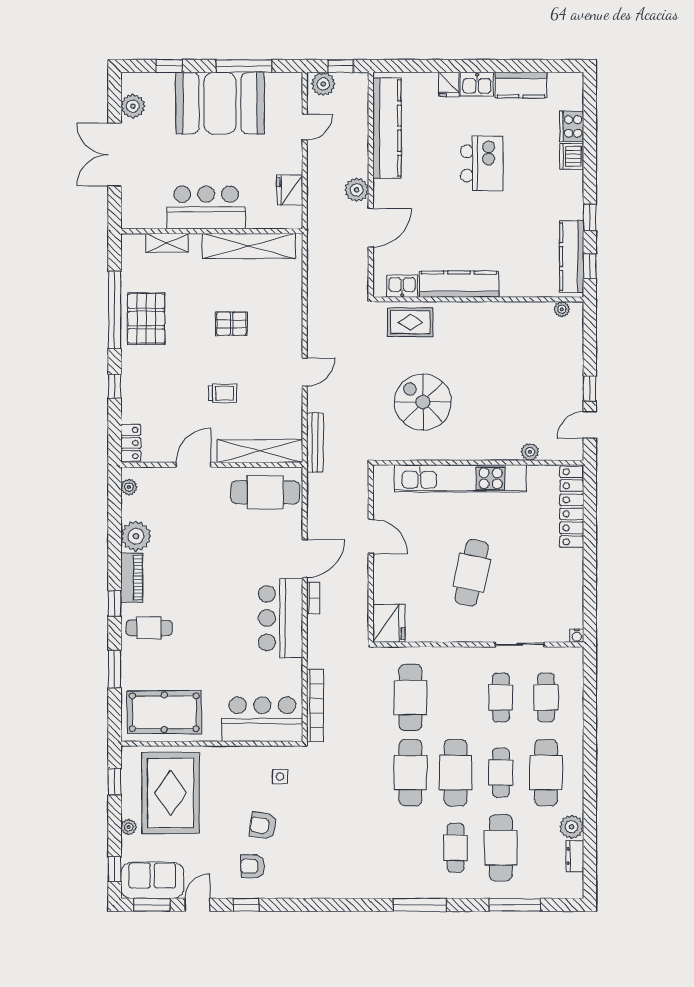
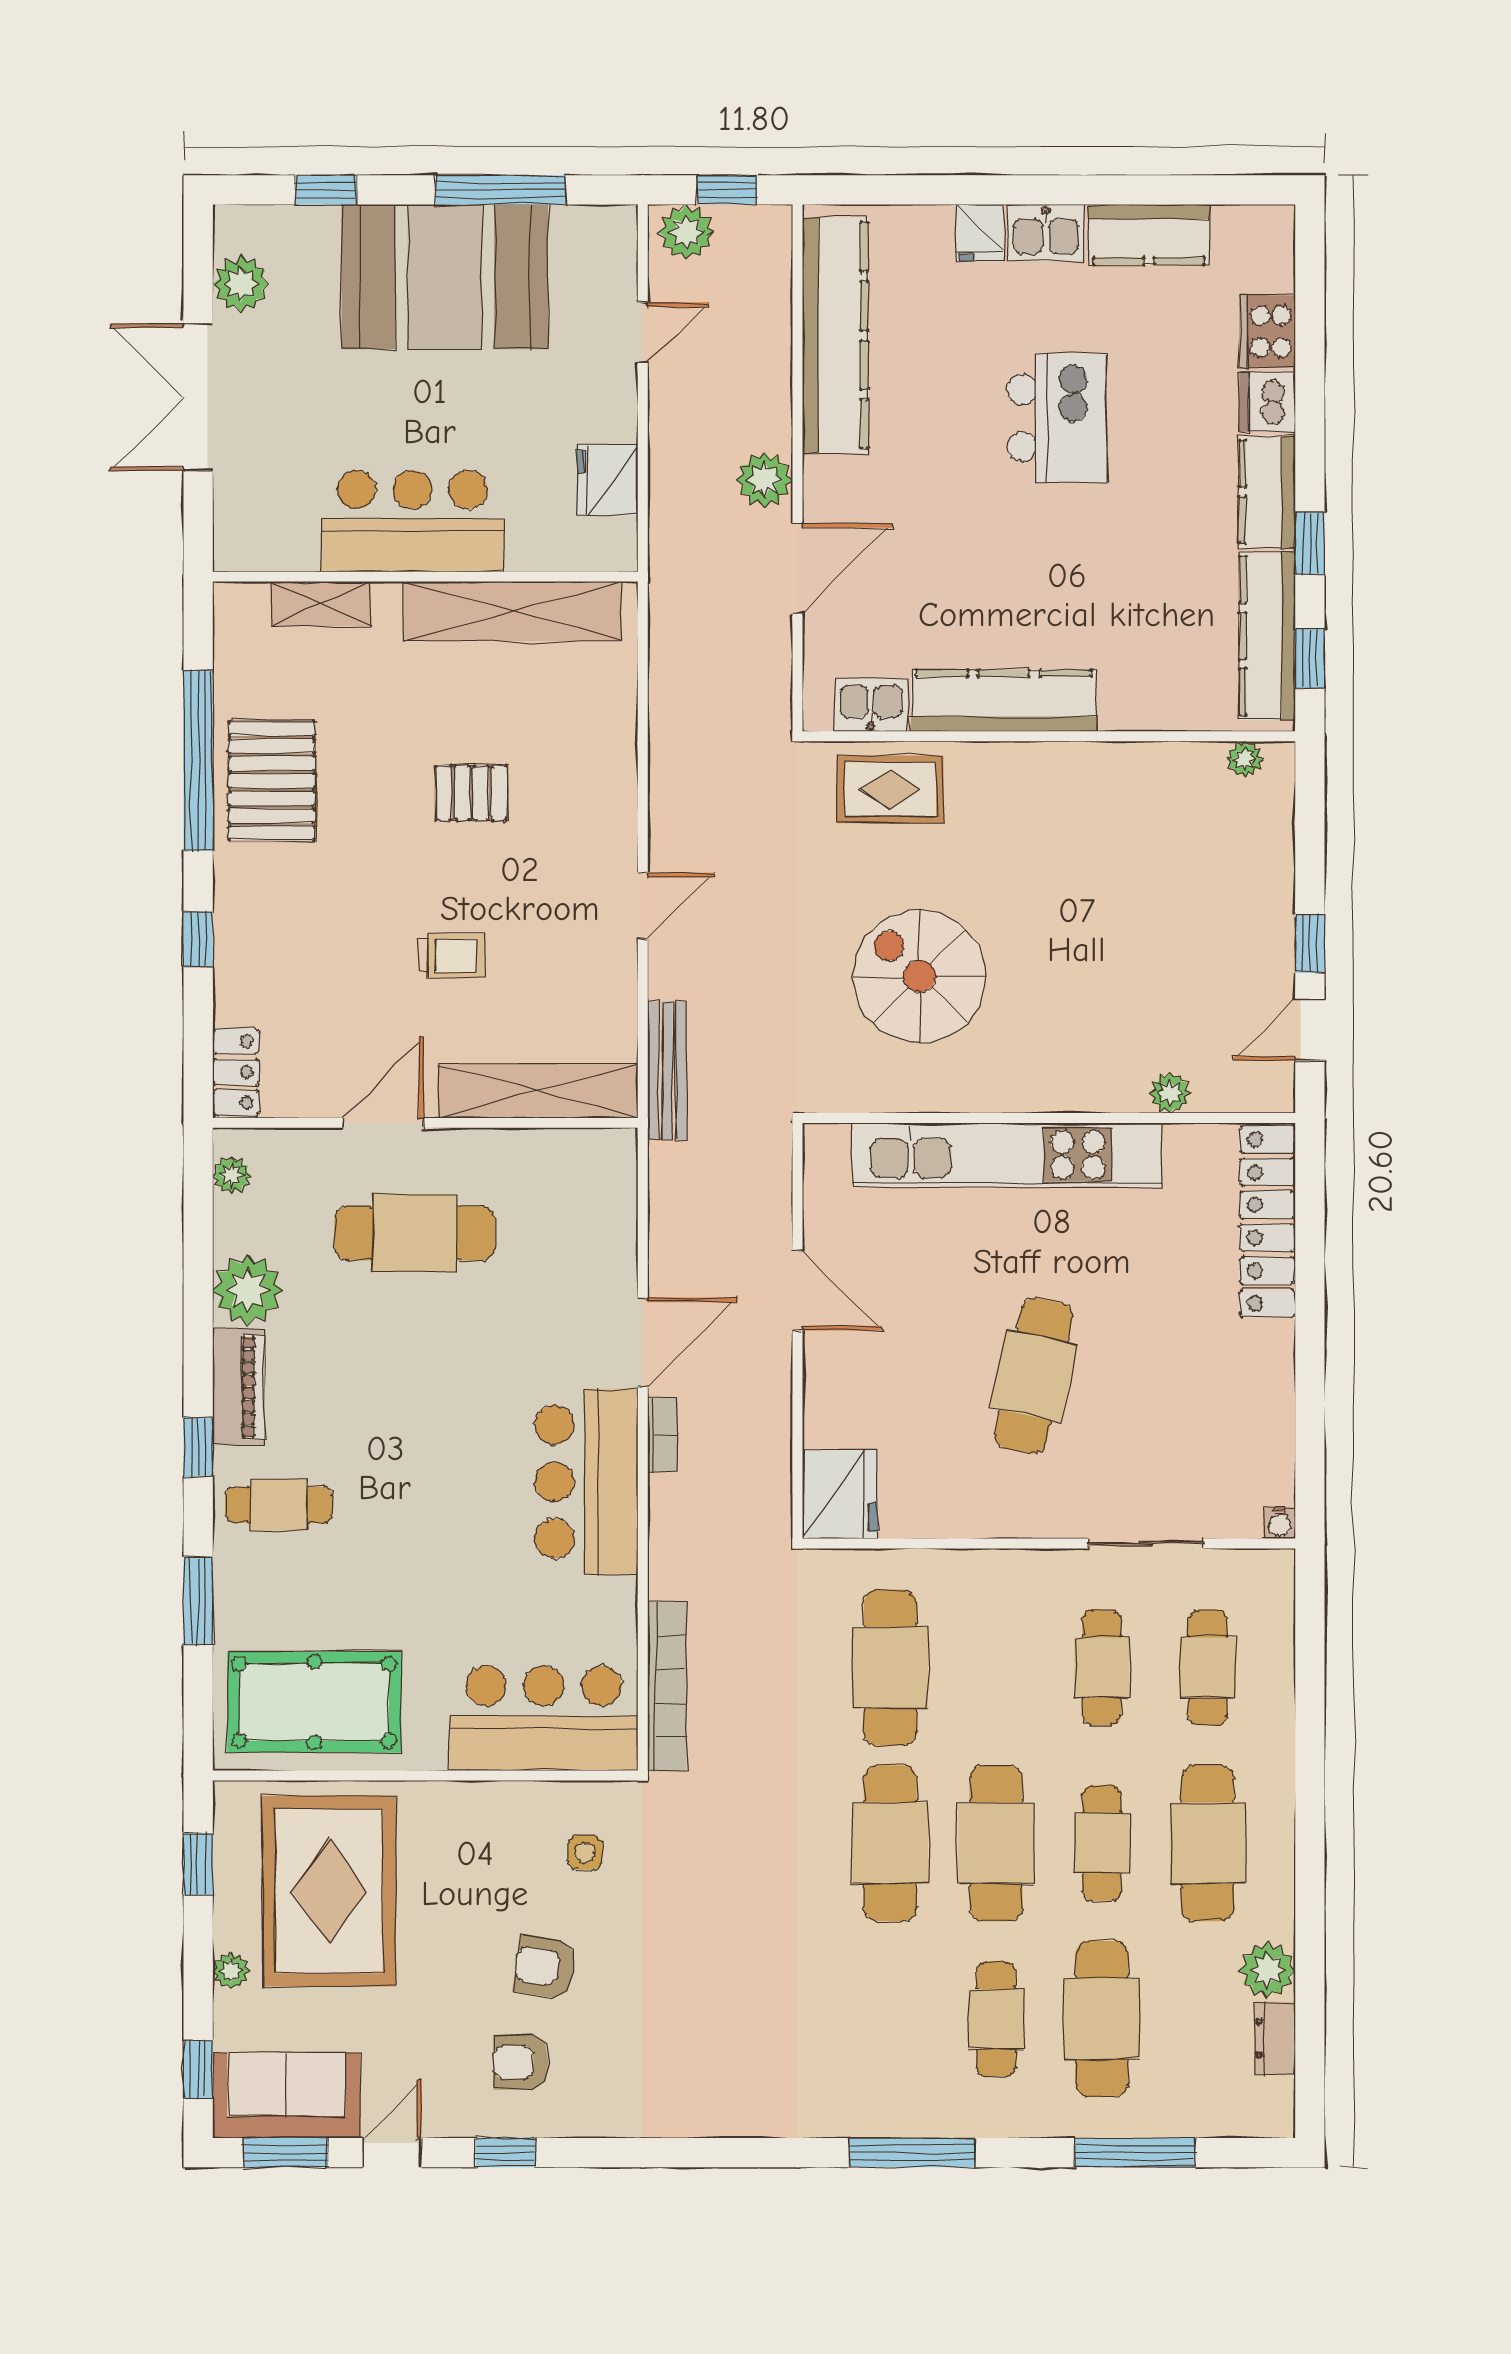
kitchen counter: (572, 195) -> (1267, 492), added
cafe table: (265, 492) -> (415, 1233), moved

